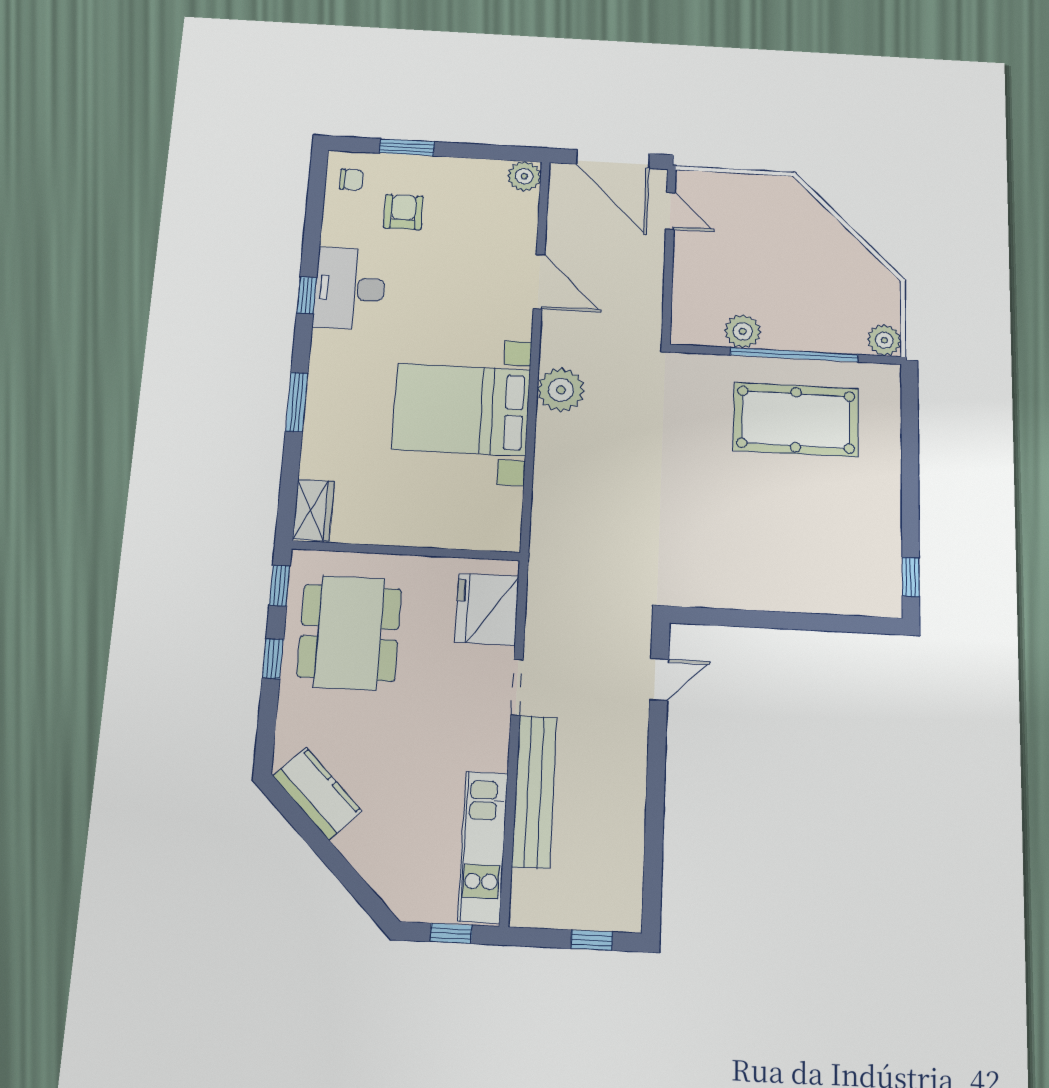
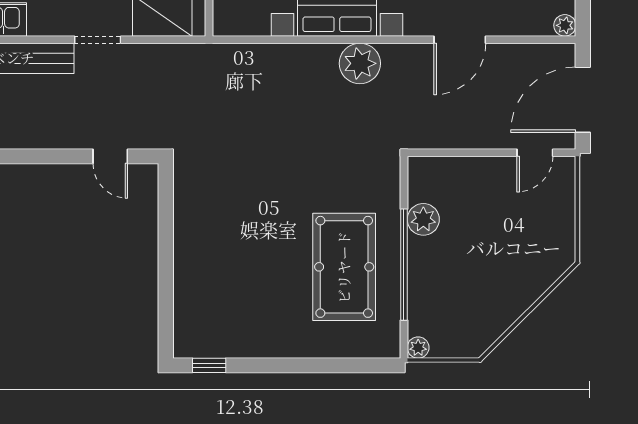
plant: (524, 176) -> (565, 25), width x0.73, depth x0.73
plant: (884, 340) -> (418, 348), width x0.73, depth x0.73

